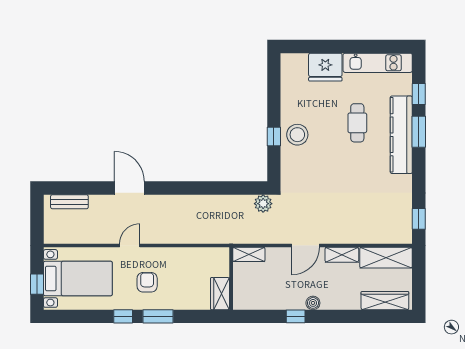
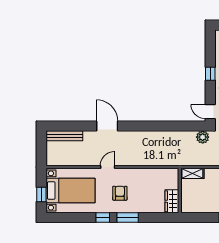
window: (274, 137) -> (210, 74), moved
door: (274, 168) -> (210, 112), added
bench: (69, 202) -> (64, 136), width x1.36

